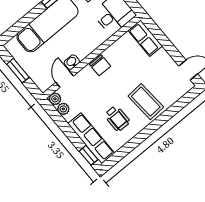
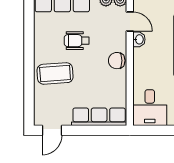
row of seats: (145, 38) -> (99, 117), width x1.48
wheelchair: (117, 118) -> (77, 41), moved

